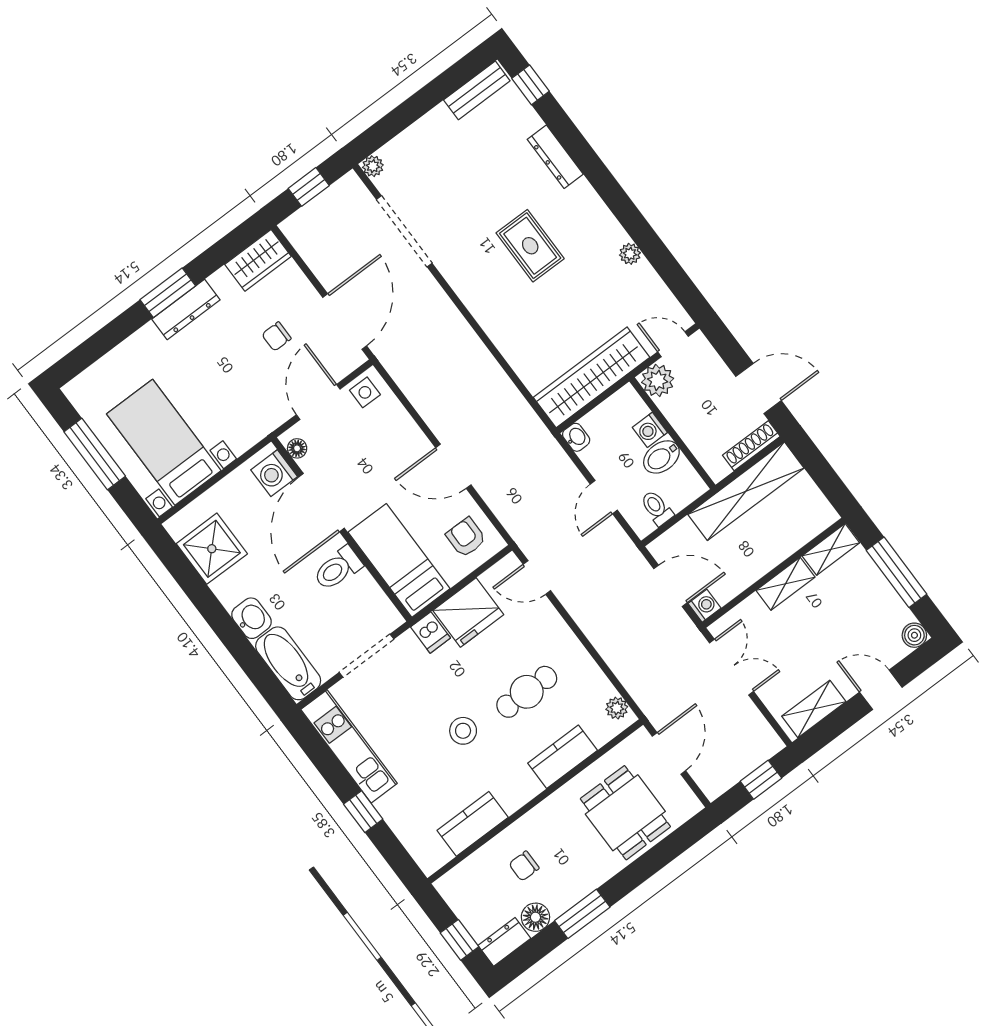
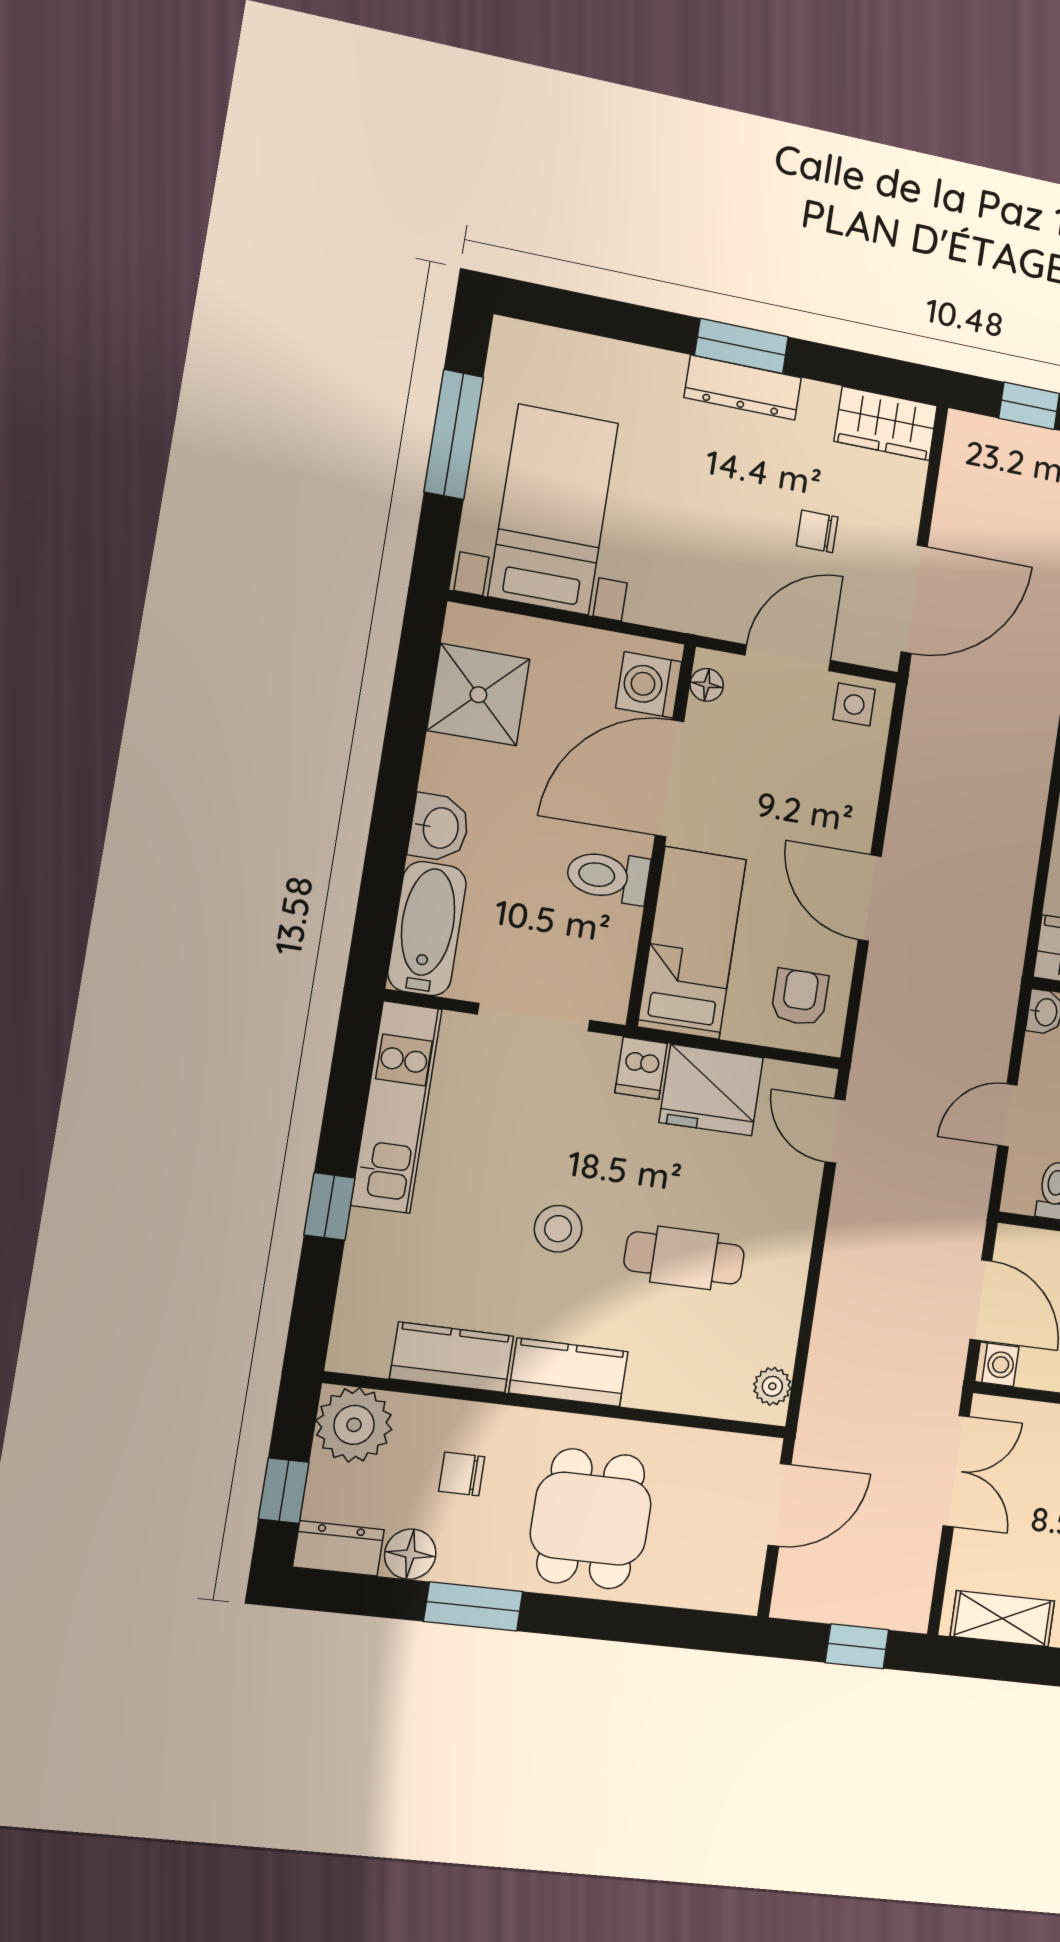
kitchen counter: (563, 757) -> (568, 1372), moved
dining table: (625, 813) -> (591, 1519), moved
plant: (461, 888) -> (354, 1425), added

